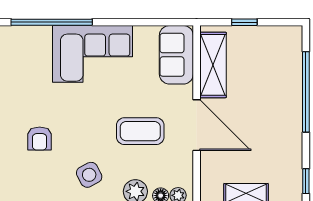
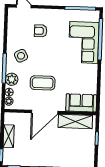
corner sofa: (92, 54) -> (84, 42), moved
coffee table: (140, 131) -> (43, 83), turned 90

